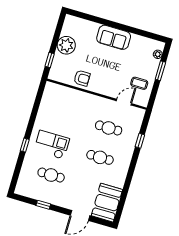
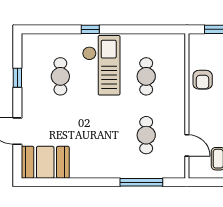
window: (140, 141) -> (141, 182), width x2.17
checkout: (52, 145) -> (101, 65), width x1.36, depth x1.21
cafe table: (100, 157) -> (146, 76), moved

